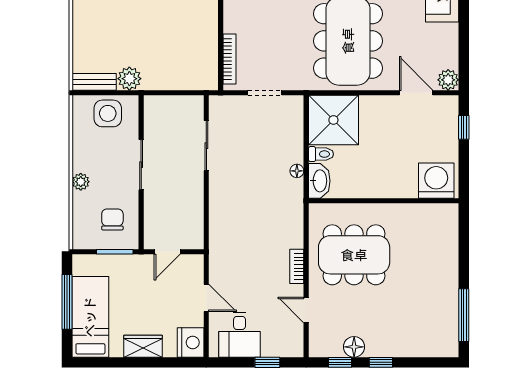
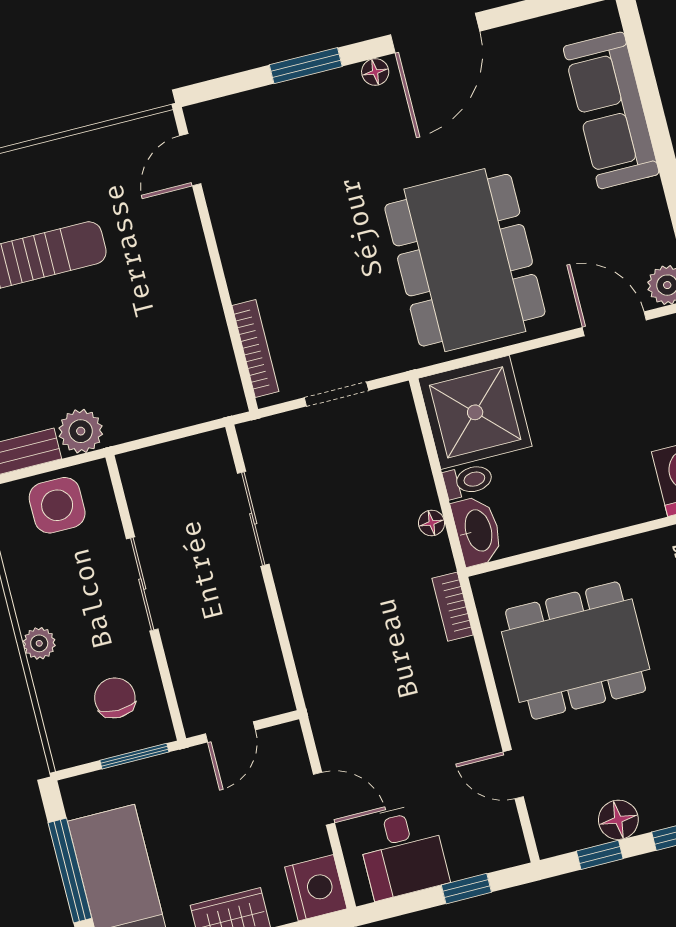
bookcase: (297, 266) -> (453, 607), moved

